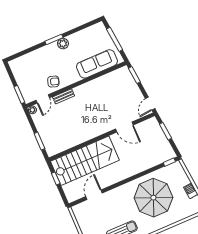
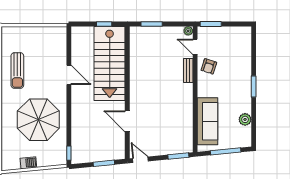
plant: (63, 44) -> (245, 119), moved
door: (124, 127) -> (127, 121), hinge flipped
door: (94, 195) -> (69, 75), moved

